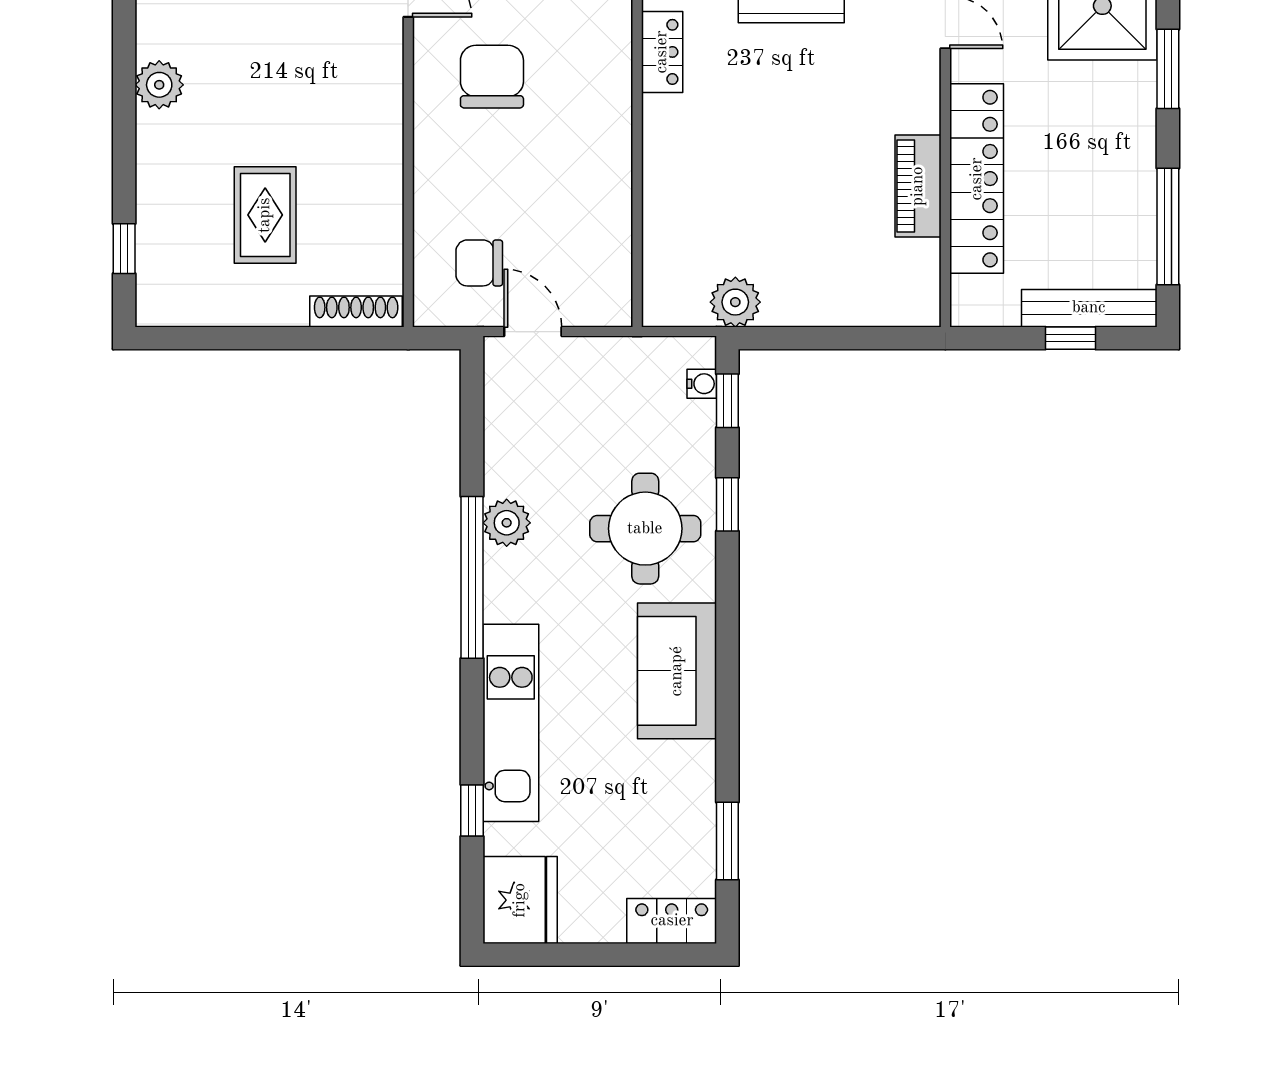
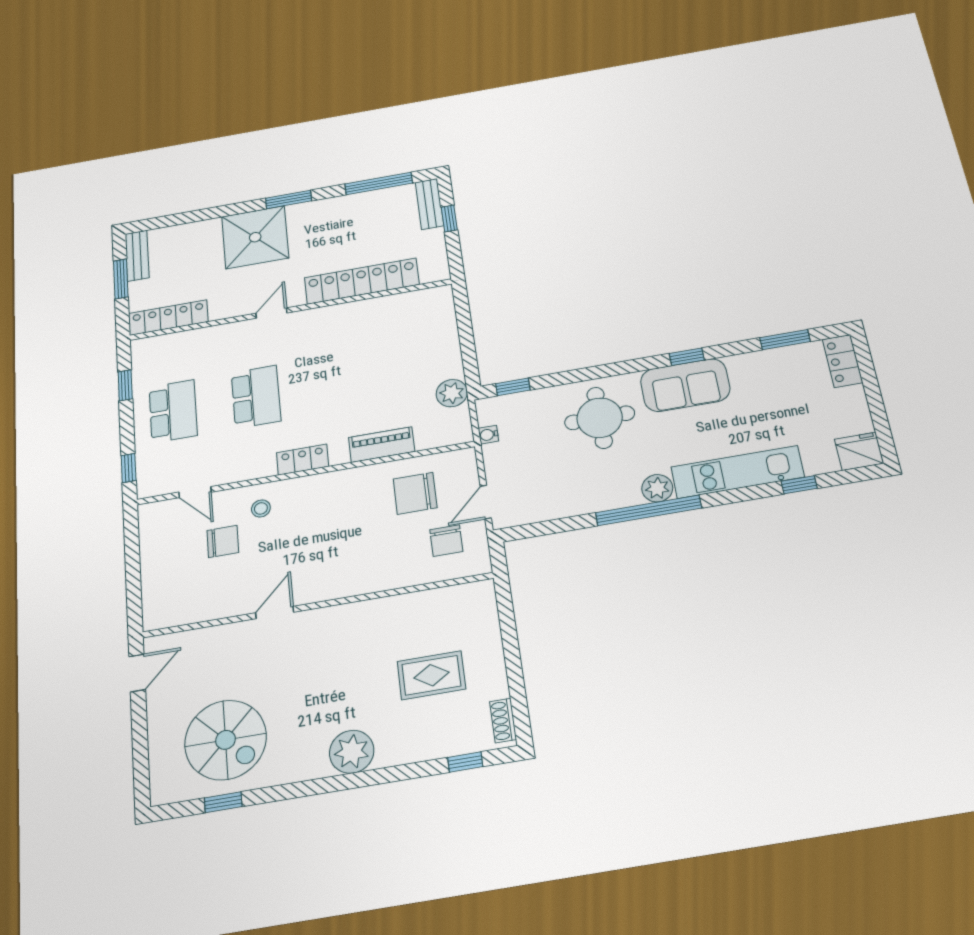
chair: (492, 77) -> (415, 493), moved
plant: (159, 85) -> (352, 752), width x1.36, depth x1.36
piano: (918, 186) -> (382, 445), moved, turned 180
bench: (1089, 308) -> (429, 204), width x0.73
shoe rack: (356, 312) -> (503, 720), moved, width x0.70
water cooler: (702, 384) -> (488, 435), moved, turned -90
window: (727, 504) -> (687, 357), moved
plant: (507, 523) -> (657, 488), moved
fridge: (520, 900) -> (859, 451), width x0.73, depth x0.75

